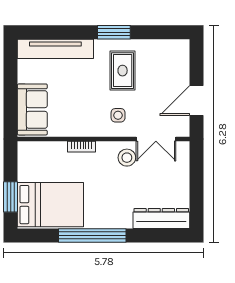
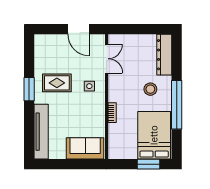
stool: (127, 158) -> (150, 89), moved

